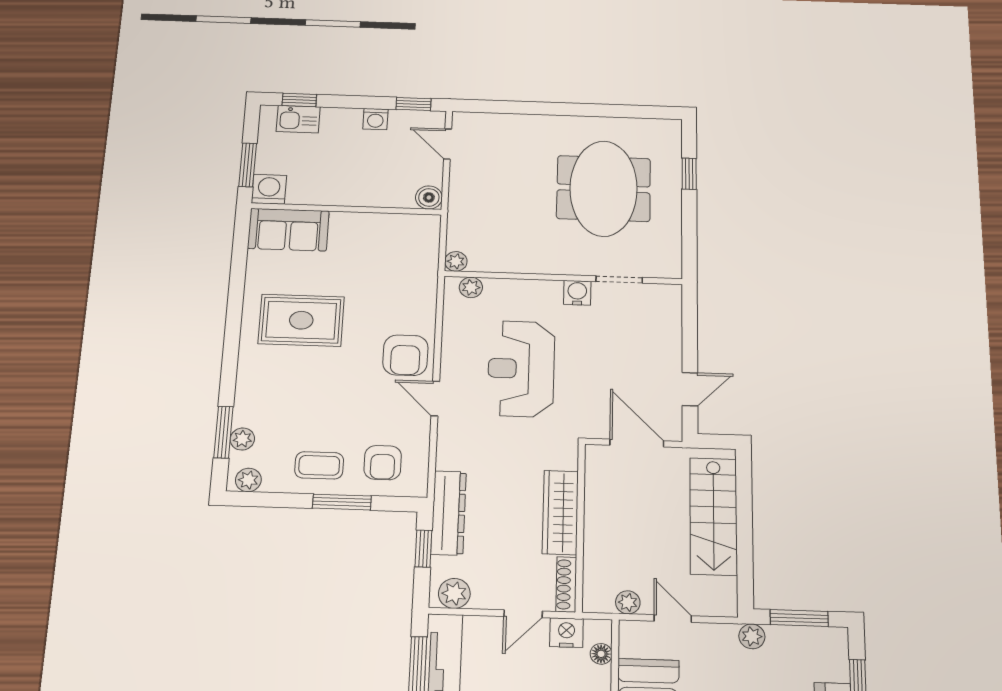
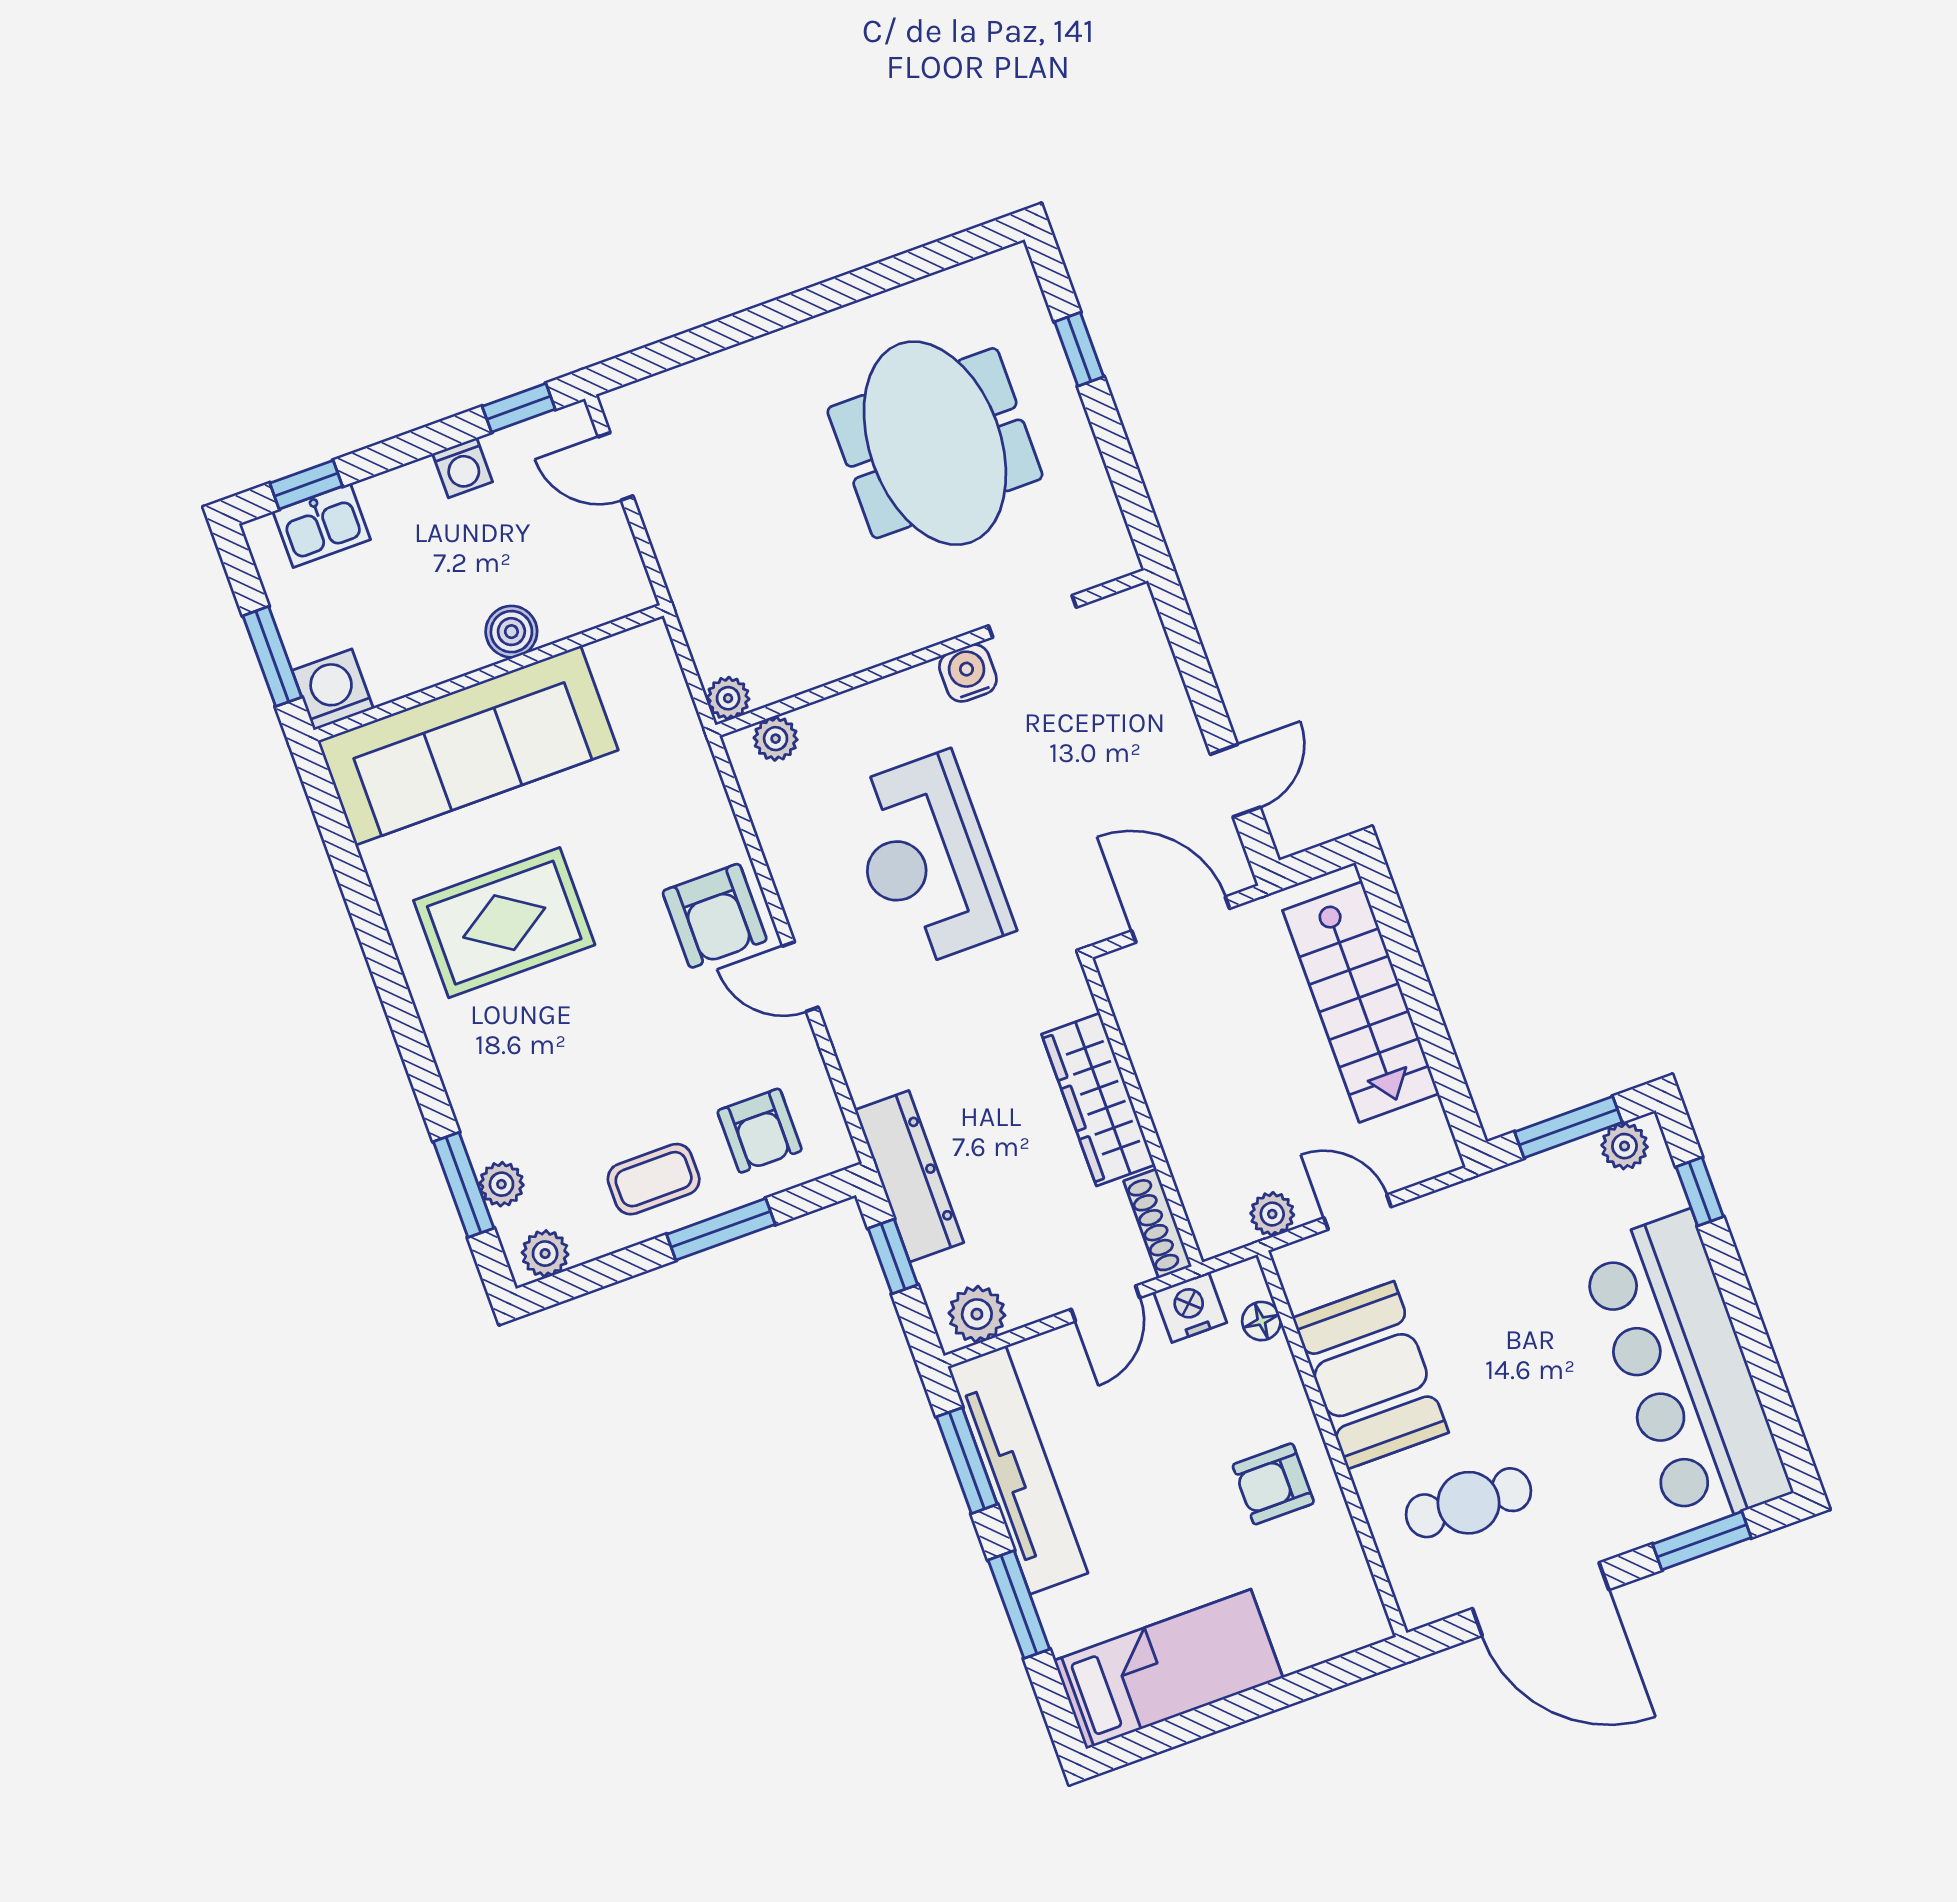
boiler: (429, 197) -> (511, 632), moved
sofa: (288, 230) -> (468, 745), width x1.85, depth x1.27
plant: (752, 636) -> (1625, 1146), moved

